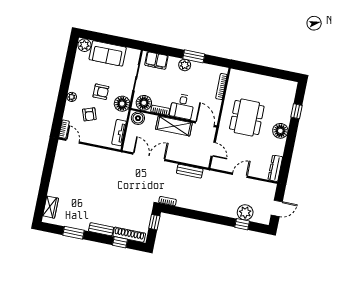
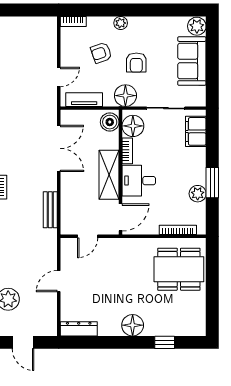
plant: (185, 65) -> (198, 194), moved
dining table: (247, 118) -> (179, 269), moved
door: (73, 141) -> (59, 77), moved
door: (240, 175) -> (59, 281), swing flipped

